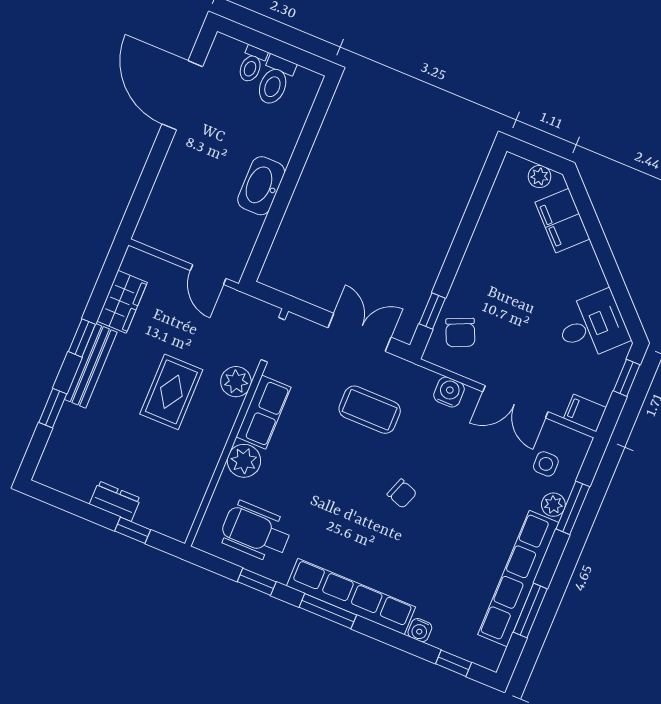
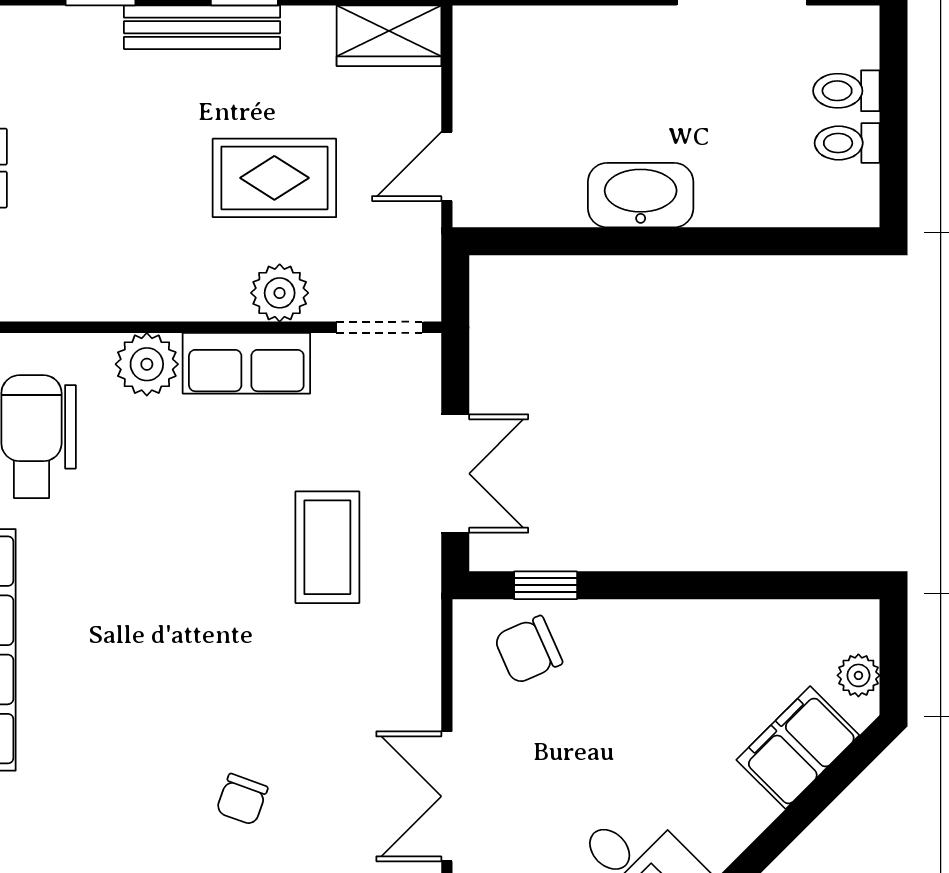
toilet: (275, 81) -> (847, 143), width x0.73, depth x0.72
wardrobe: (122, 302) -> (389, 36), moved
rug: (171, 392) -> (274, 178), moved
water cooler: (449, 392) -> (416, 673), removed
chair: (402, 494) -> (242, 799), moved

